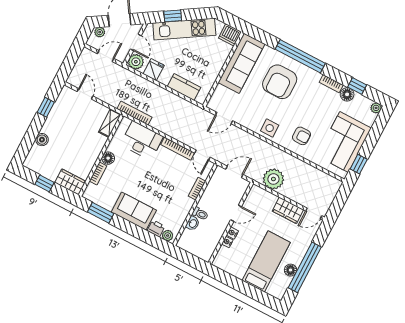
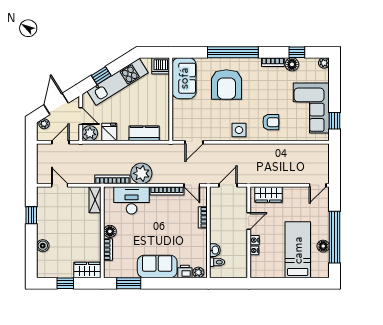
sofa: (241, 63) -> (184, 78), width x0.73
plant: (273, 179) -> (141, 173), moved
wardrobe: (288, 210) -> (268, 194), moved
toilet: (200, 214) -> (217, 262), moved

